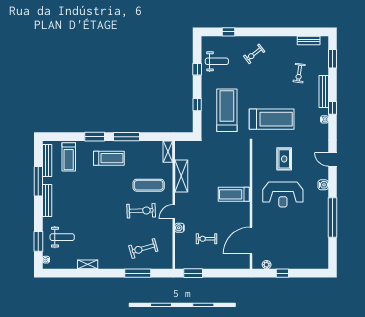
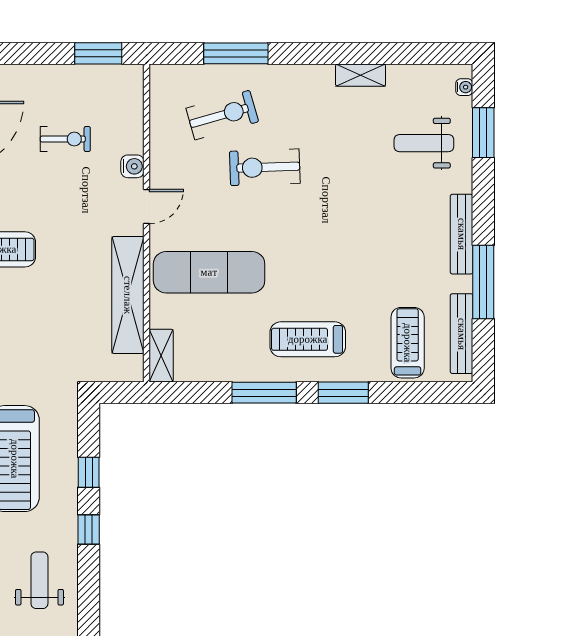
weight bench: (217, 61) -> (39, 580), turned 90
window: (197, 69) -> (89, 529), moved
shelving: (181, 176) -> (128, 295), width x1.47
exercise mat: (149, 185) -> (209, 272), width x1.36, depth x1.45
exercise bike: (141, 211) -> (265, 167), moved

